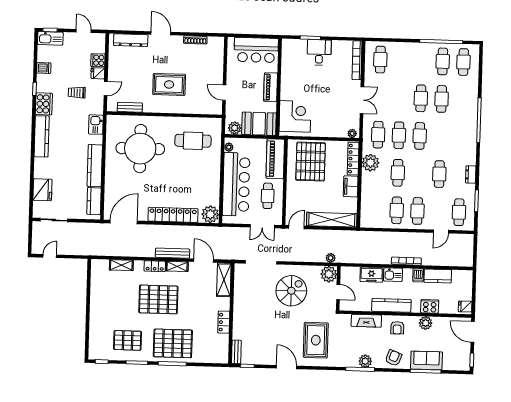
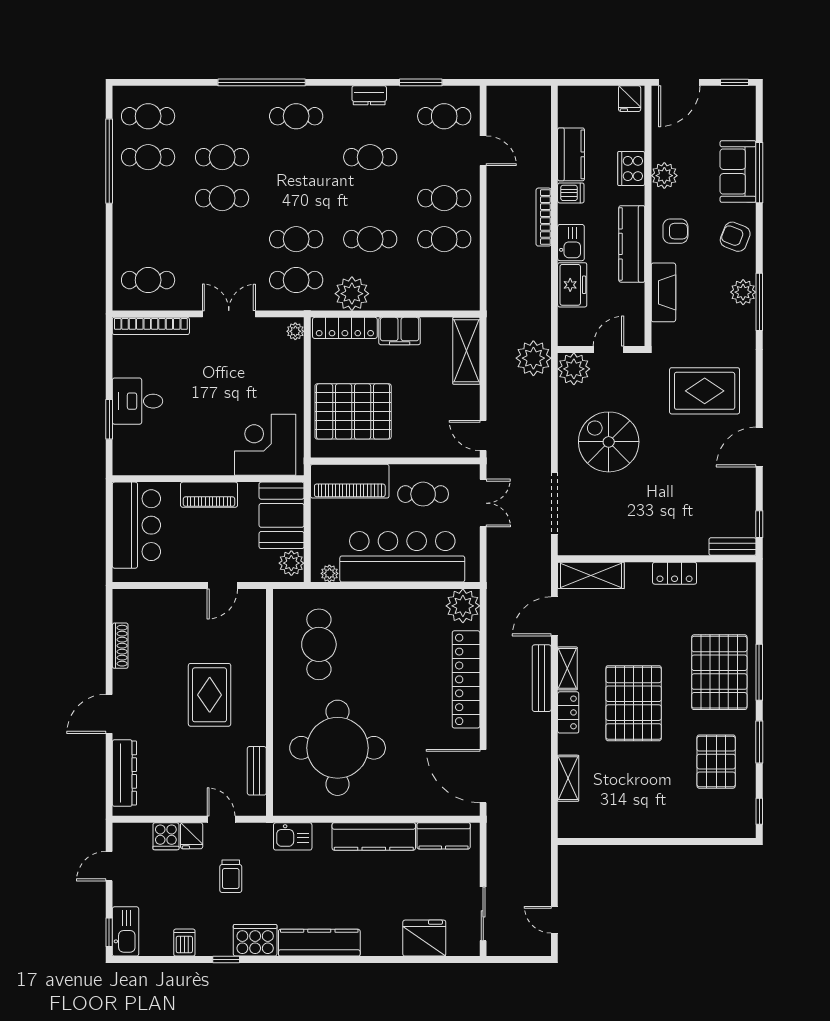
cafe table: (420, 136) -> (296, 116), moved
shelving: (332, 220) -> (466, 351), width x0.68
plant: (331, 258) -> (533, 358), width x1.88, depth x1.88

